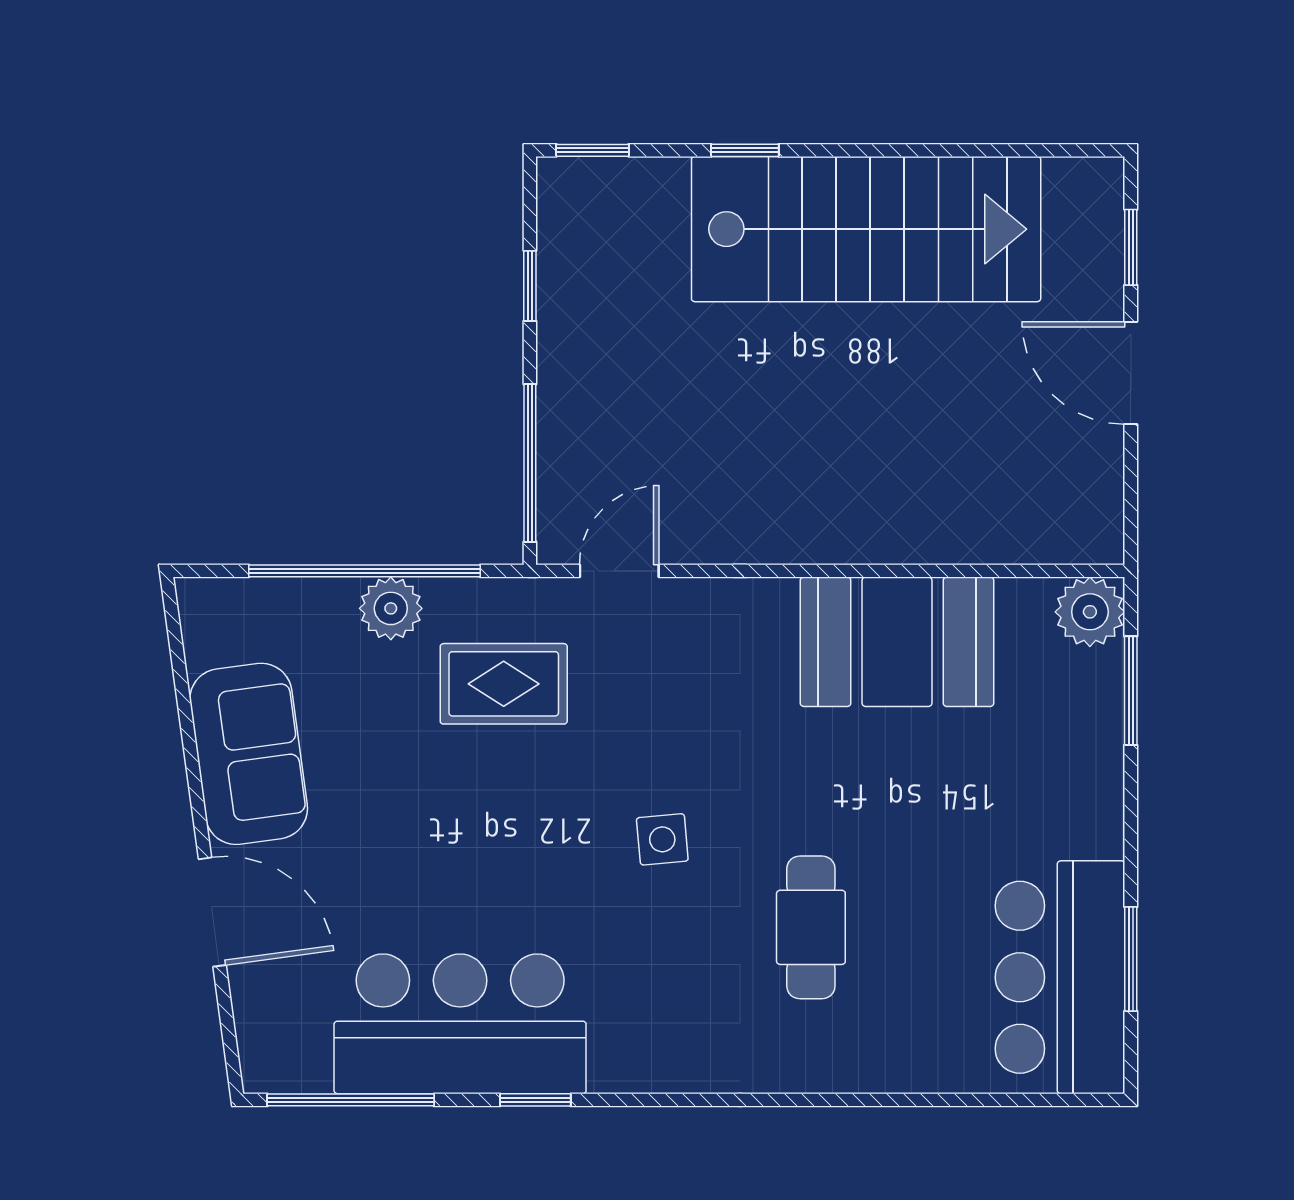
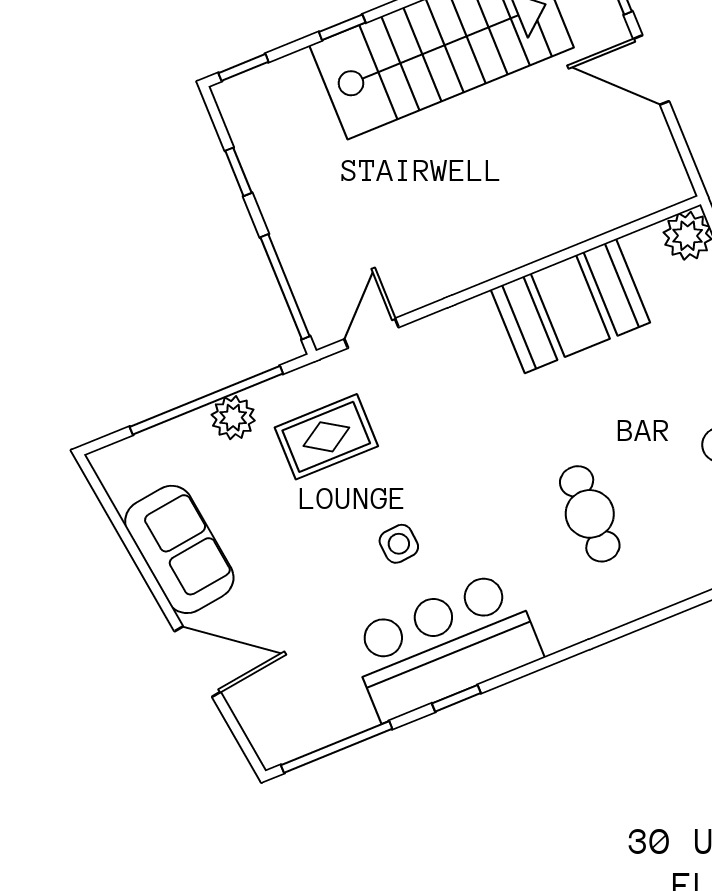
side table: (662, 839) -> (399, 544), moved
bar counter: (460, 1024) -> (445, 646), moved

